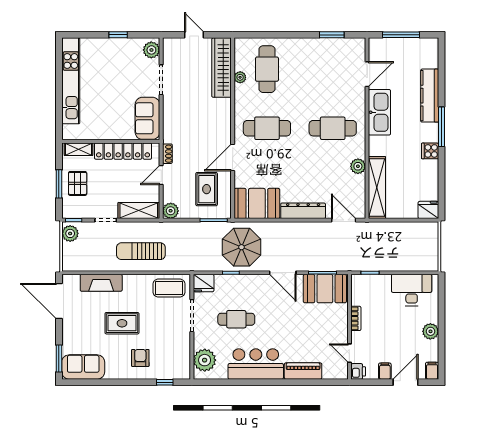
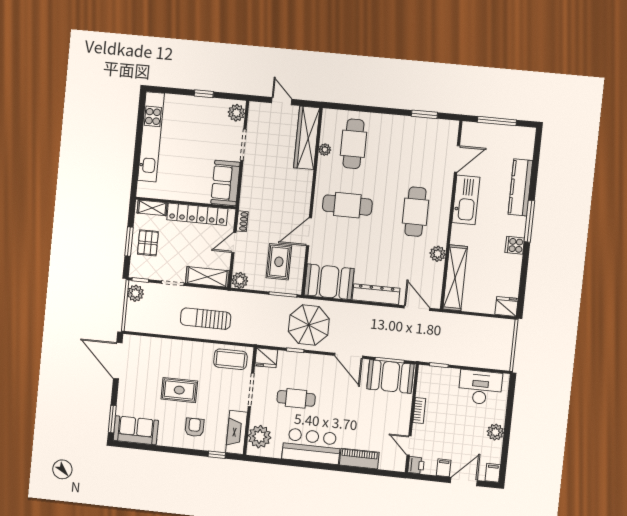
cafe table: (333, 128) -> (415, 212), turned 90
fireplace: (101, 283) -> (236, 432), moved, turned 90

